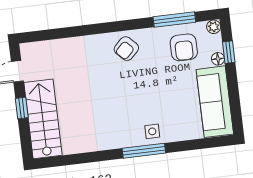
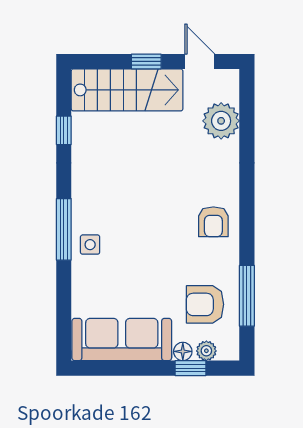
plant: (214, 27) -> (206, 351), moved
armchair: (126, 49) -> (213, 222), turned -136
plant: (56, 52) -> (221, 121), added
window: (76, 159) -> (64, 130), added

